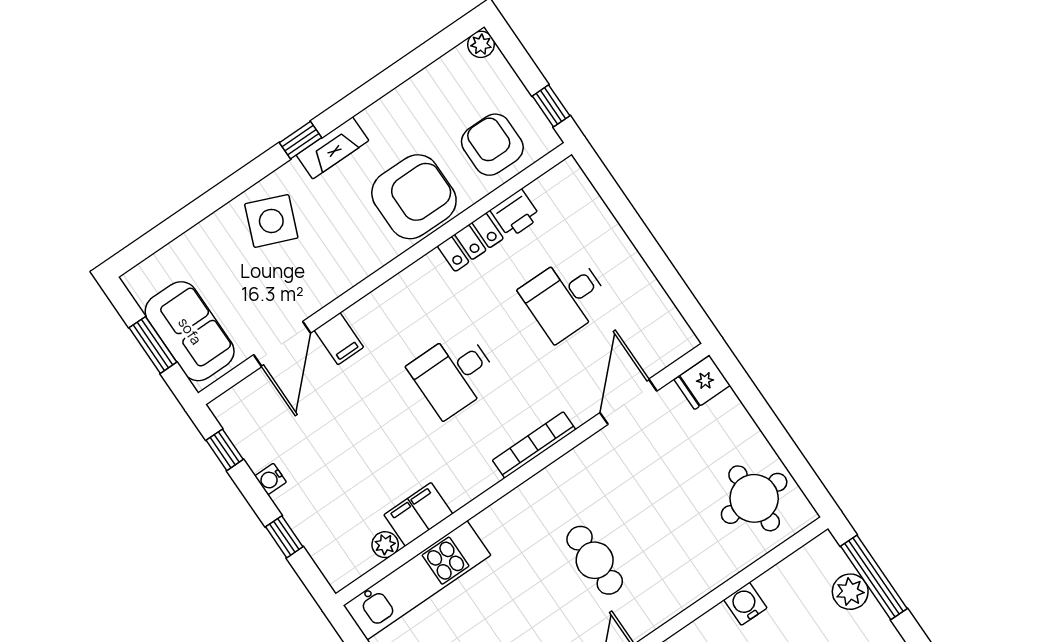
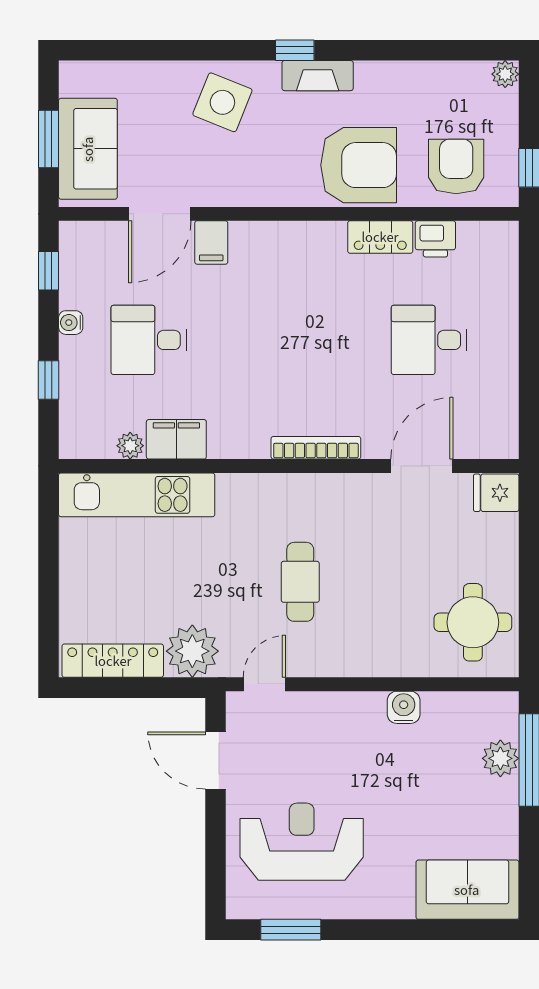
desk: (454, 374) -> (149, 340), moved

